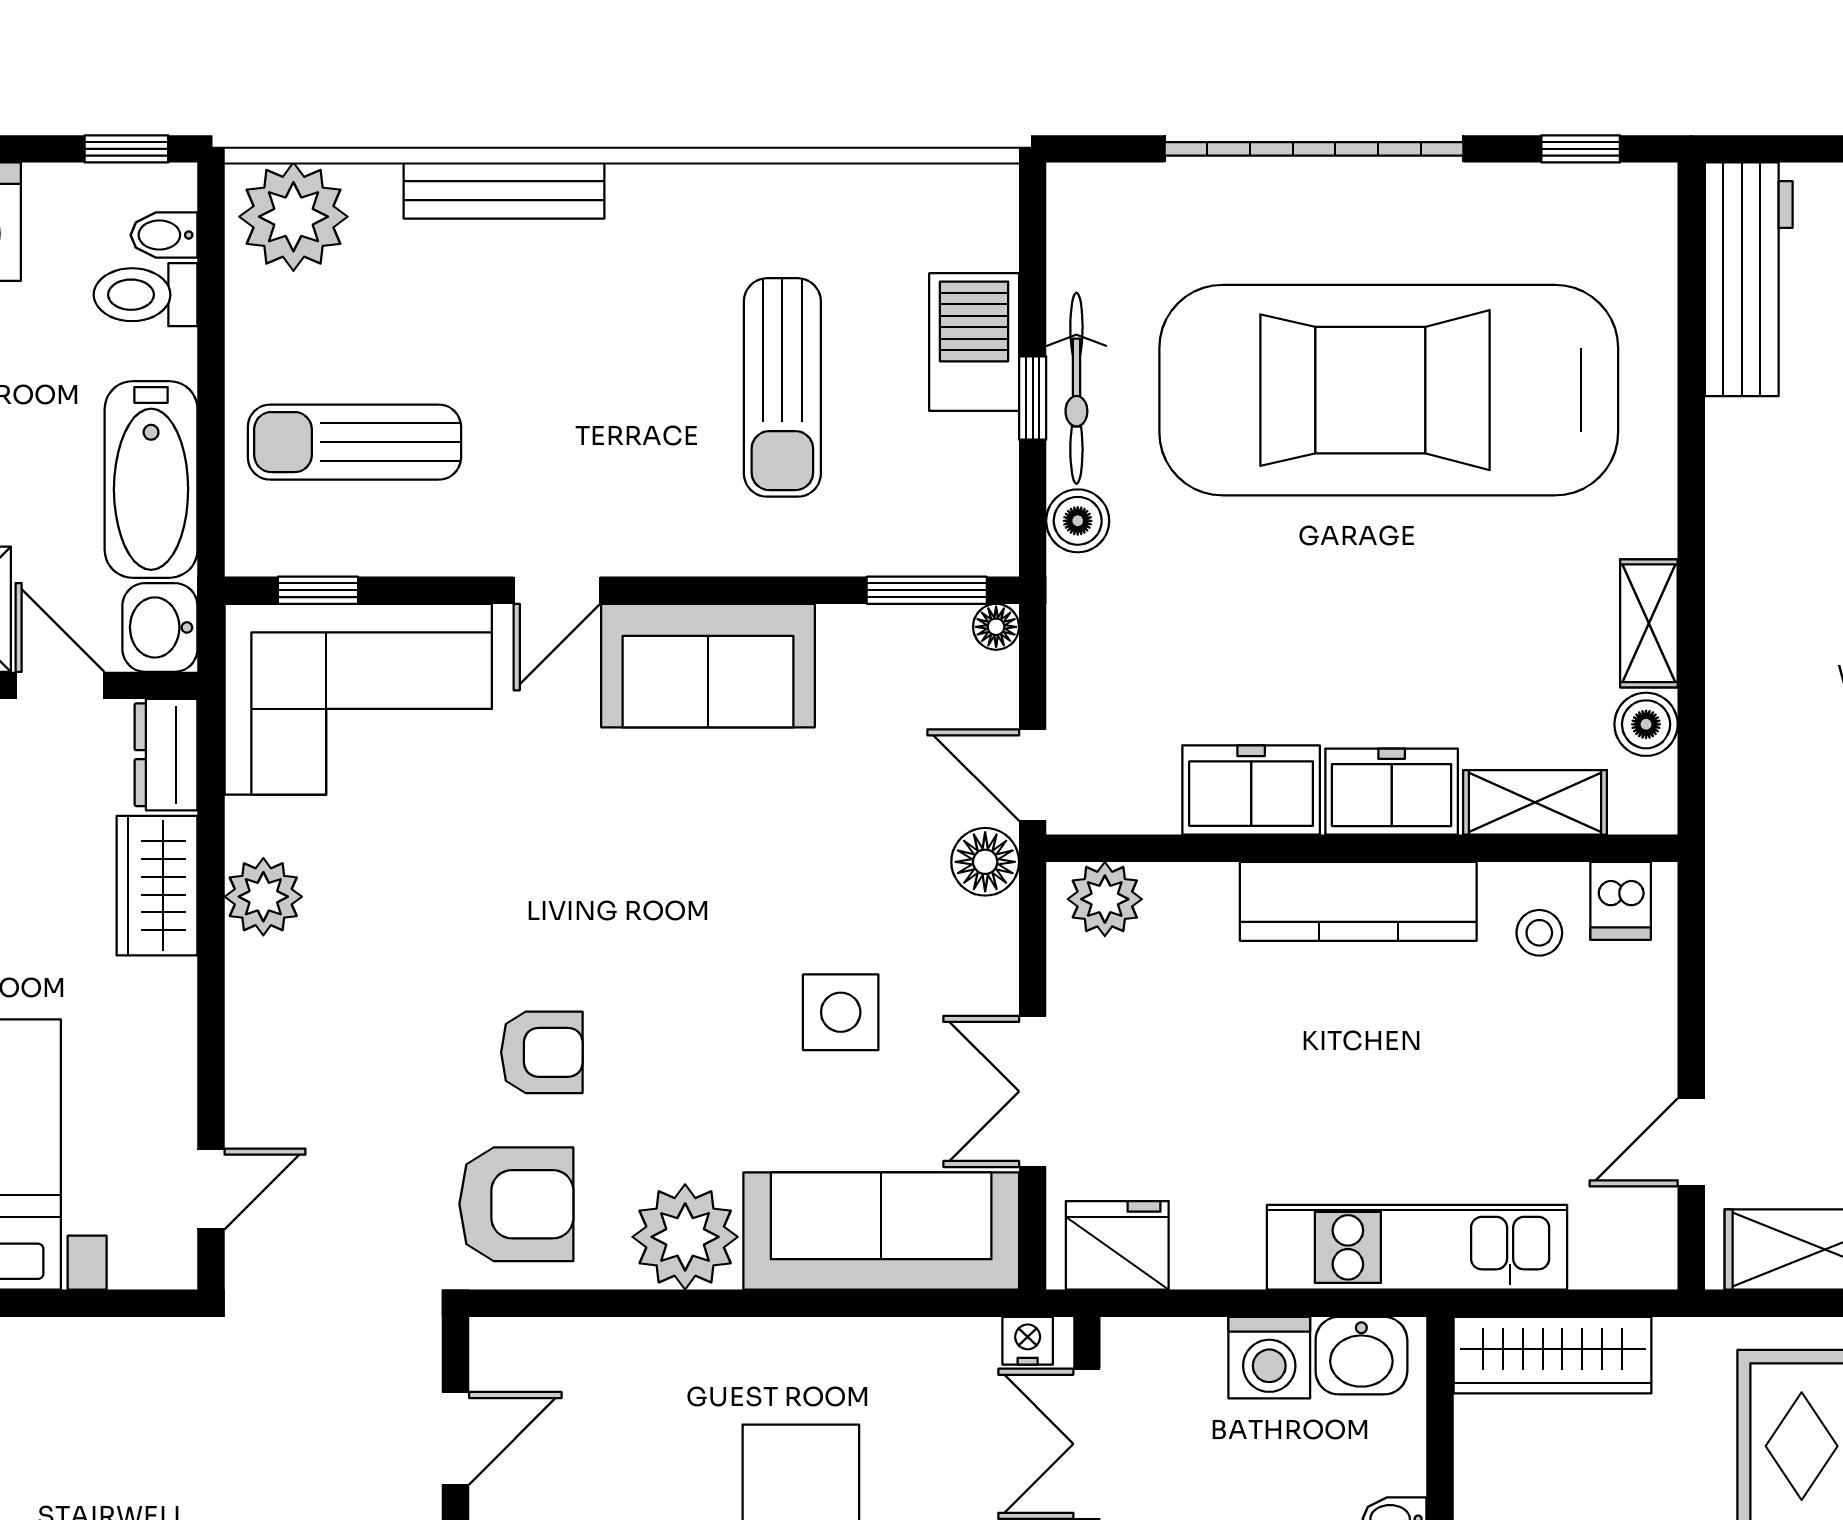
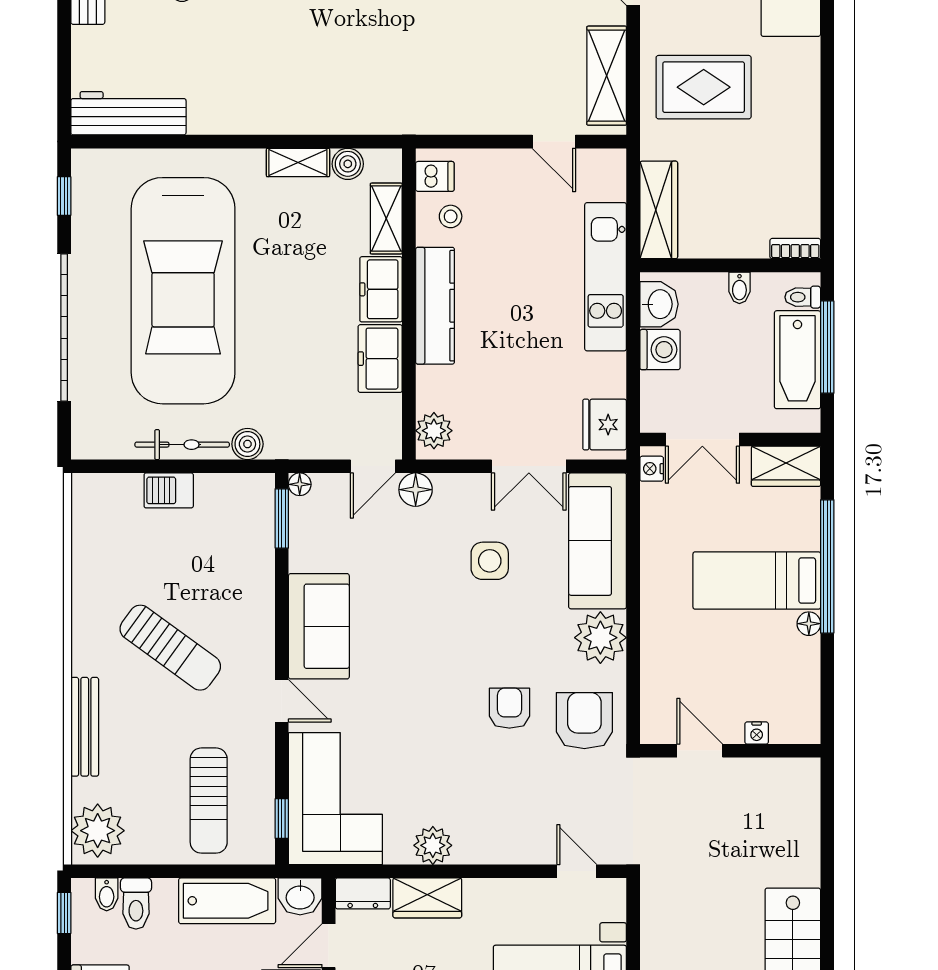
barbecue: (974, 342) -> (169, 490), width x0.73, depth x0.79
sun lounger: (782, 387) -> (170, 648), moved, turned 36
window: (1033, 398) -> (187, 466), removed

